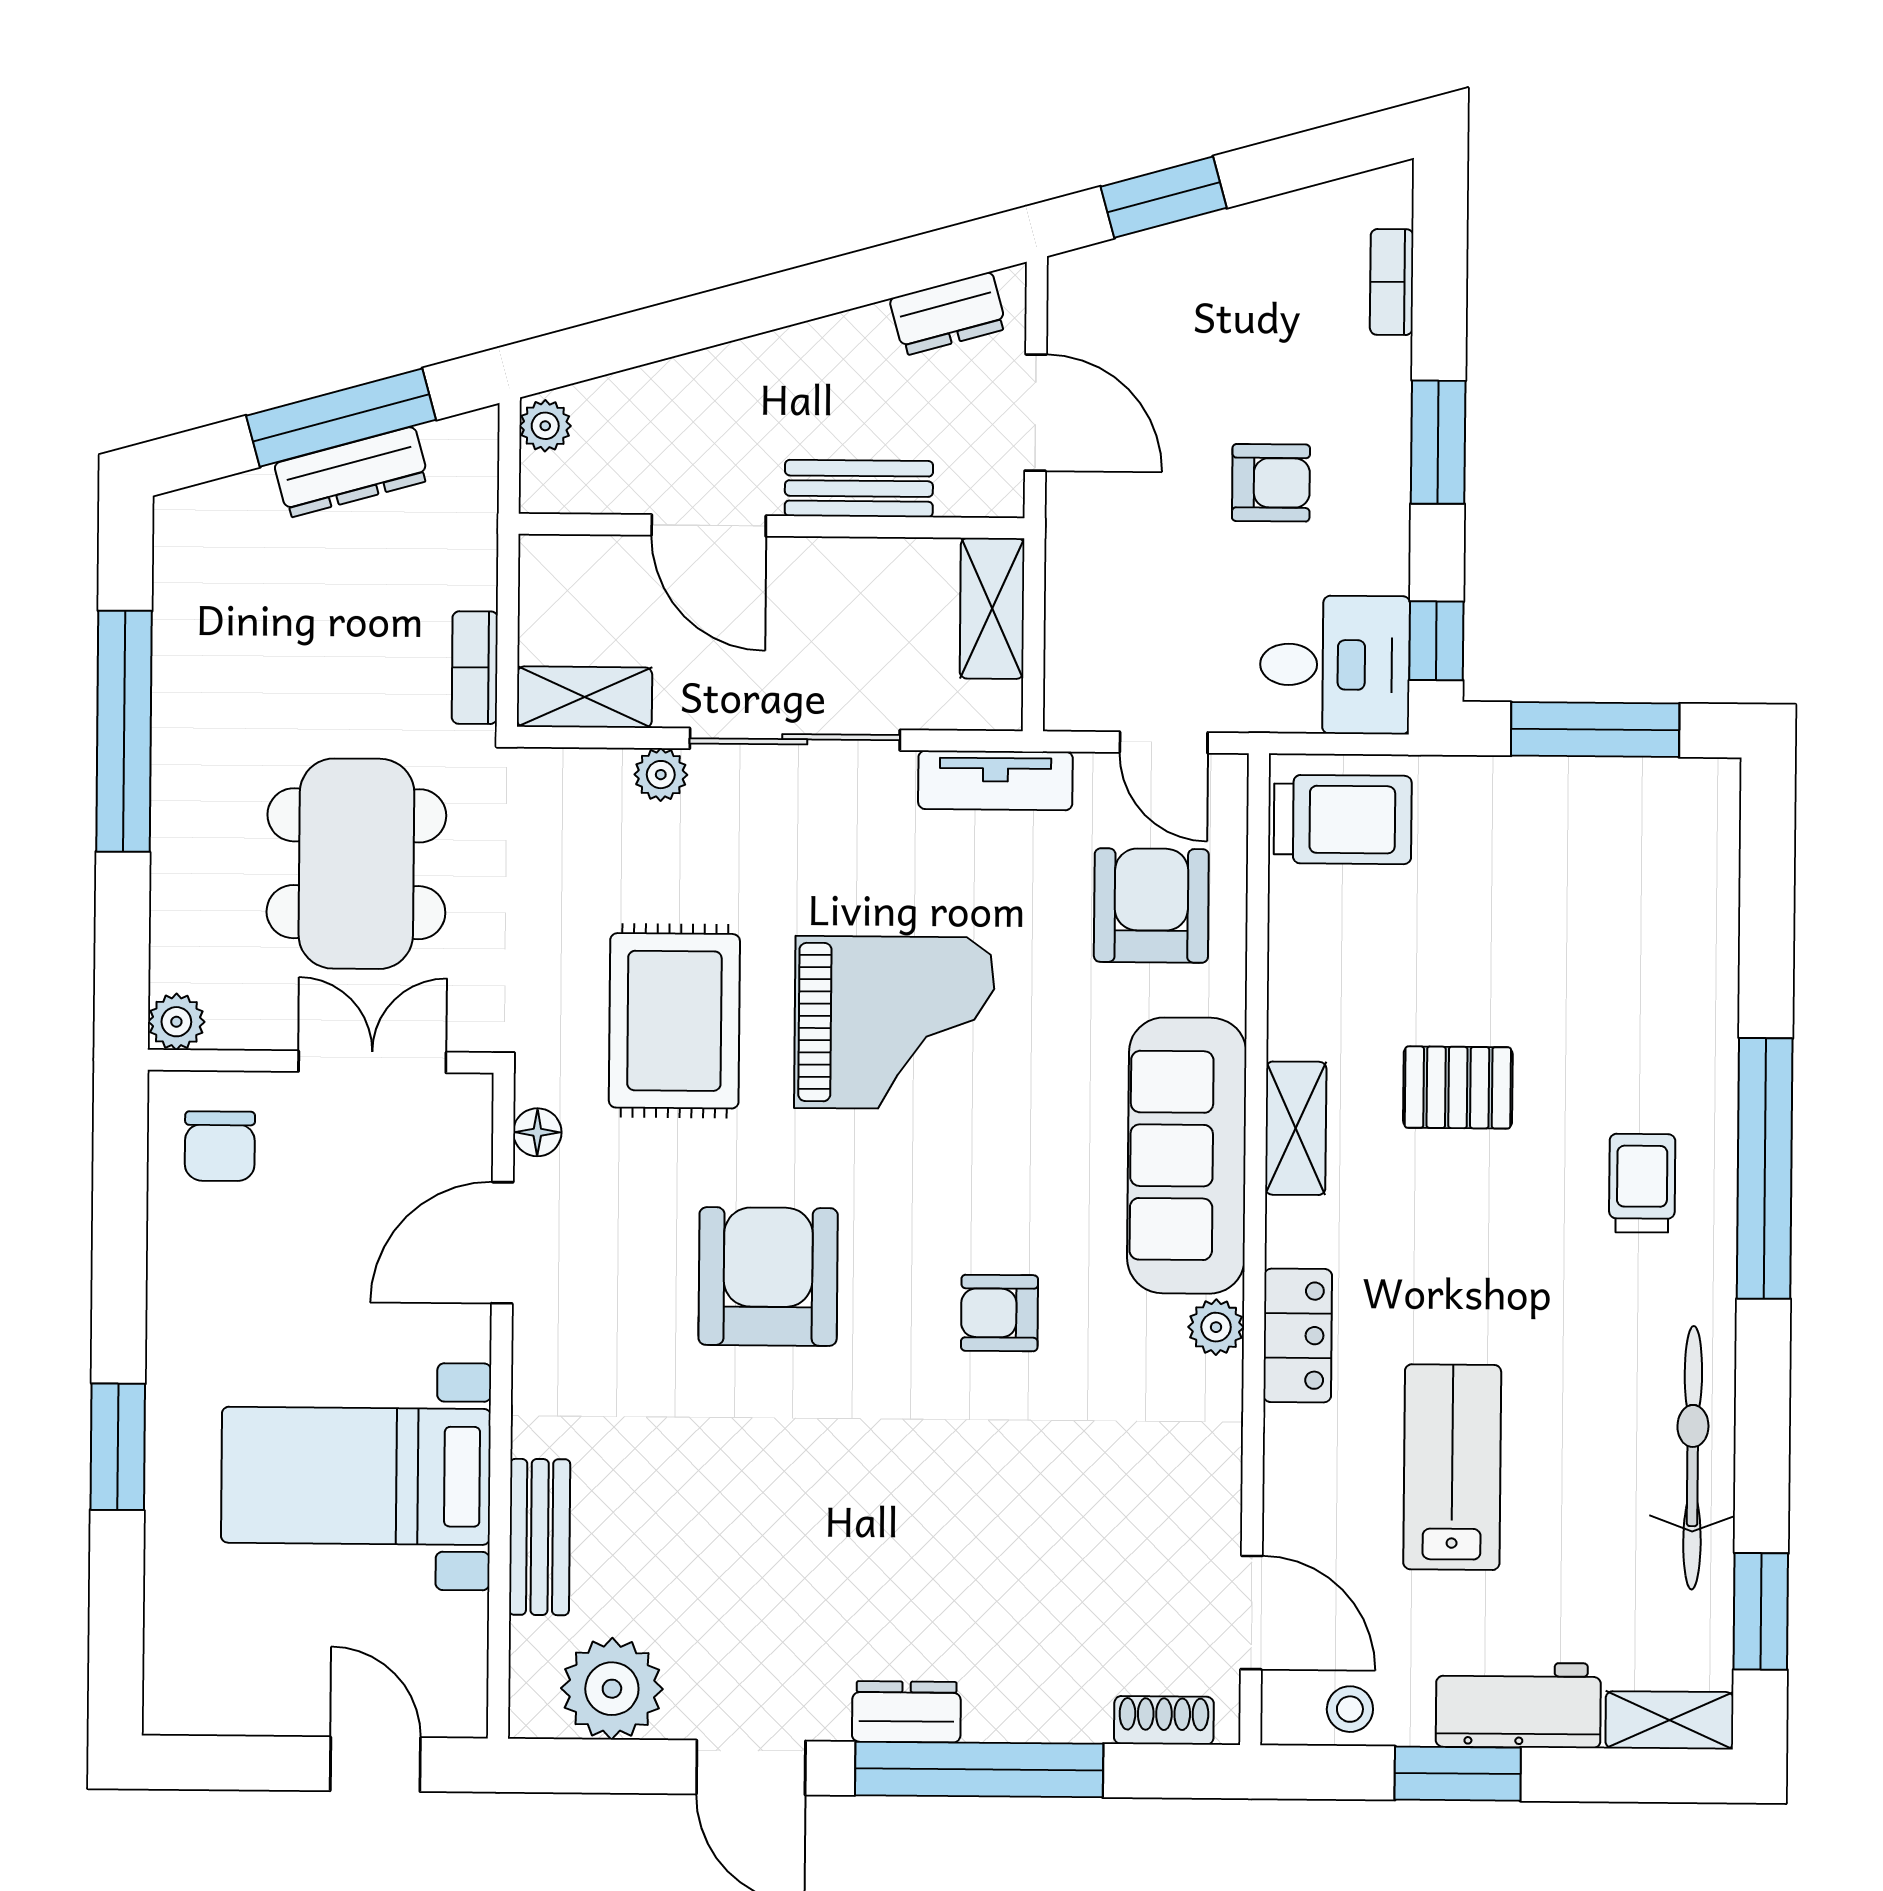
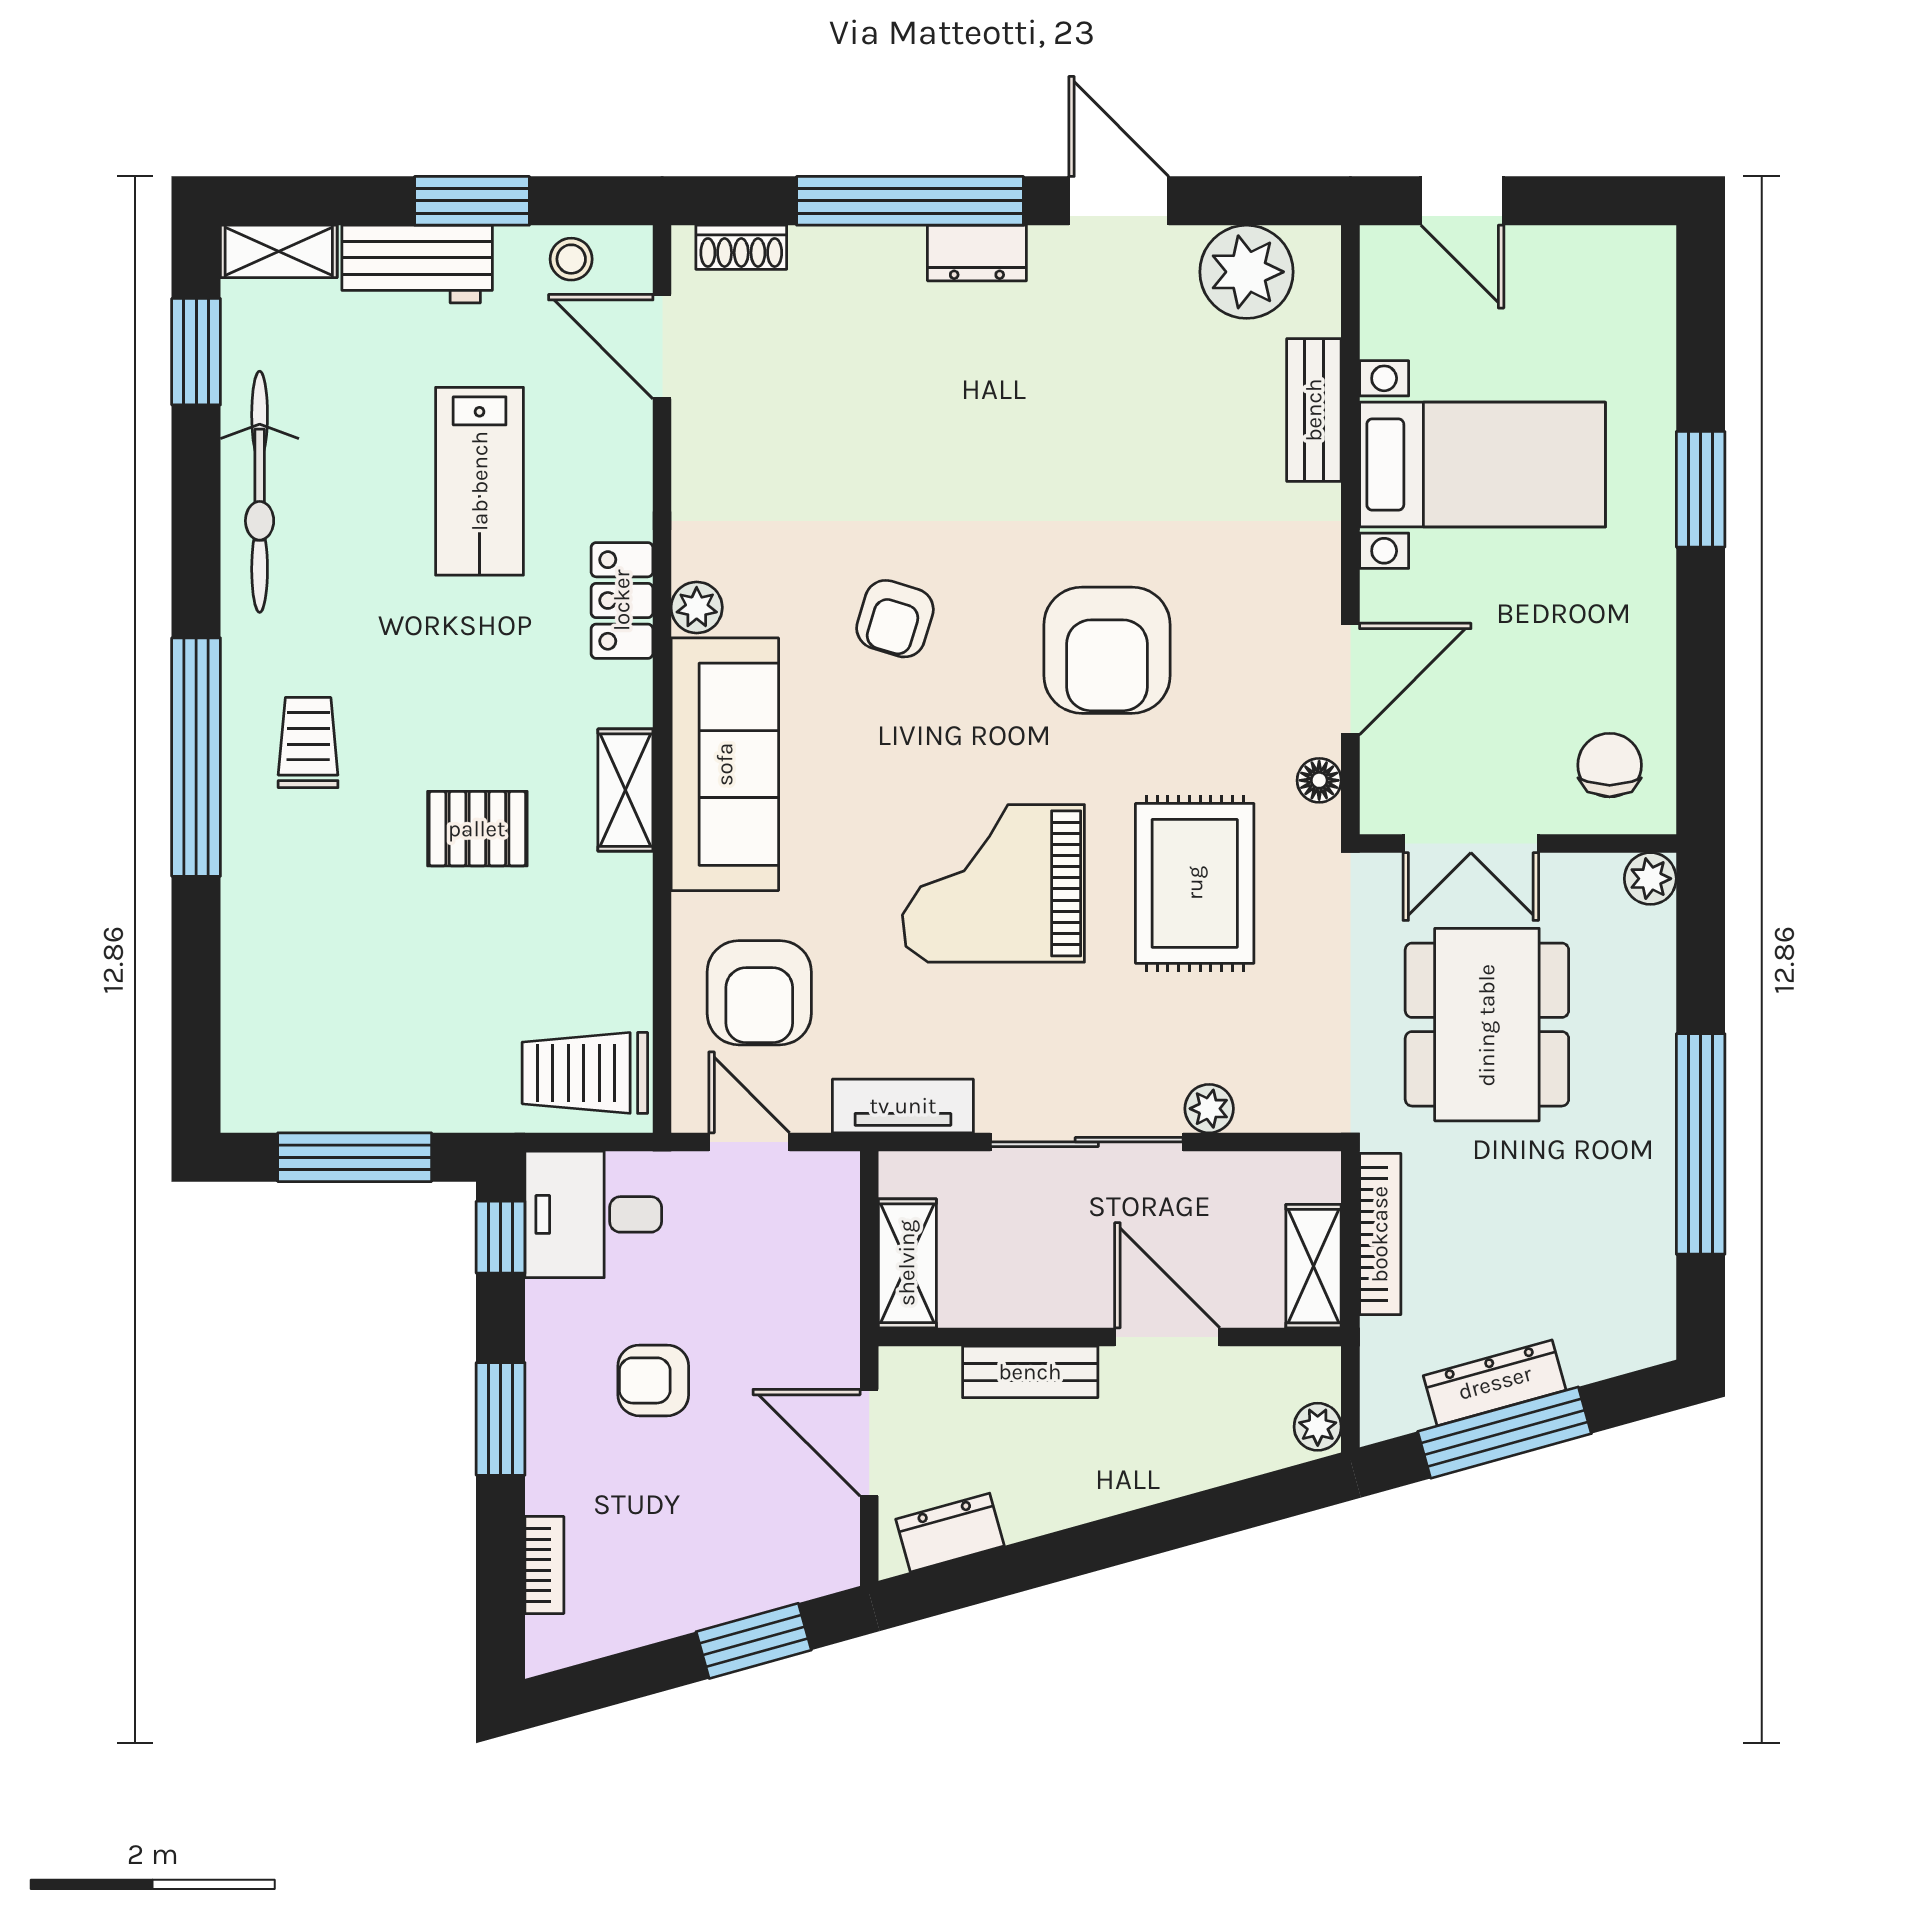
bookcase: (475, 668) -> (1380, 1234), width x1.56
shelving: (584, 697) -> (1313, 1266), moved, turned 90
trolley: (1642, 1183) -> (308, 743), turned 180
armchair: (999, 1313) -> (895, 619), turned 107

